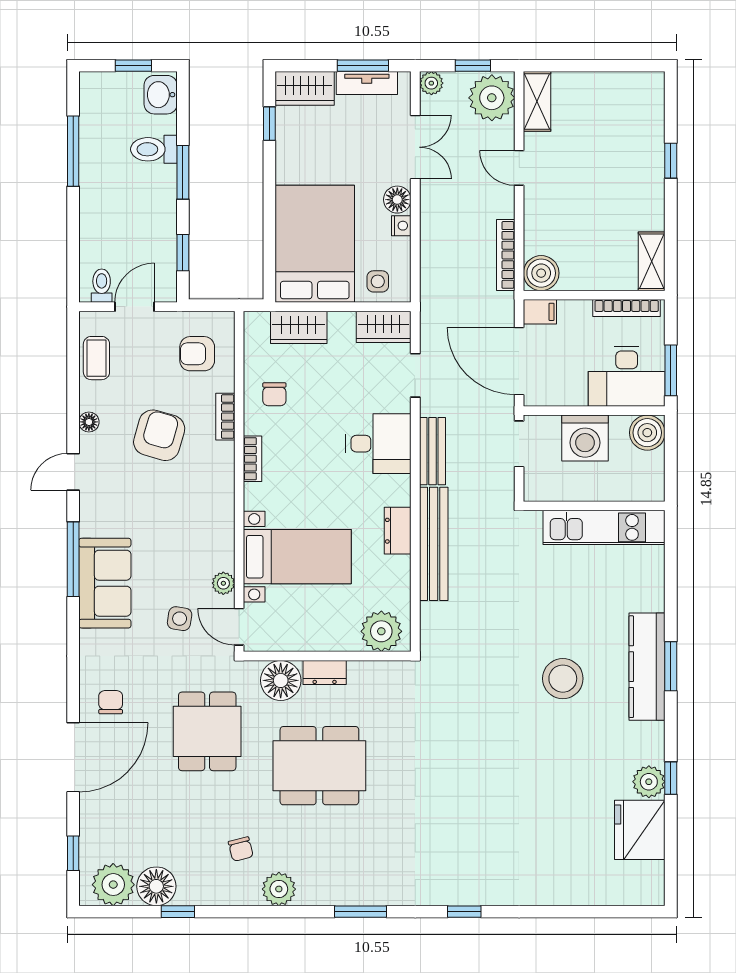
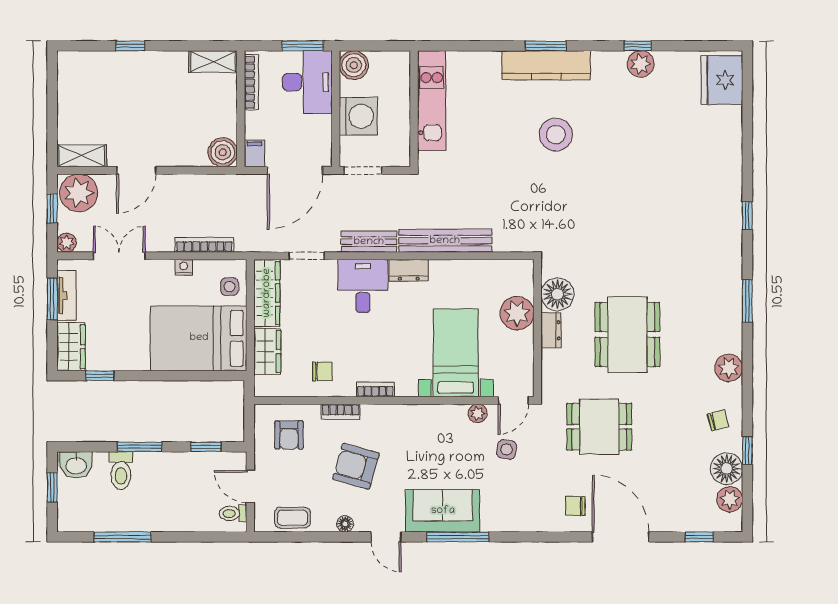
door: (519, 168) -> (136, 170), width x1.38
floor lamp: (397, 200) -> (162, 271), removed
bookcase: (506, 255) -> (204, 245), moved, turned 180
wardrobe: (384, 327) -> (267, 293), width x1.50
dresser: (398, 531) -> (409, 270), moved
sofa: (105, 583) -> (443, 511), moved
plant: (381, 631) -> (517, 313), moved
floor lamp: (281, 680) -> (557, 294), moved
fridge: (640, 830) -> (722, 80), moved, turned 90
chair: (241, 849) -> (718, 420), moved
plant: (113, 885) -> (730, 499), width x0.73, depth x0.73

